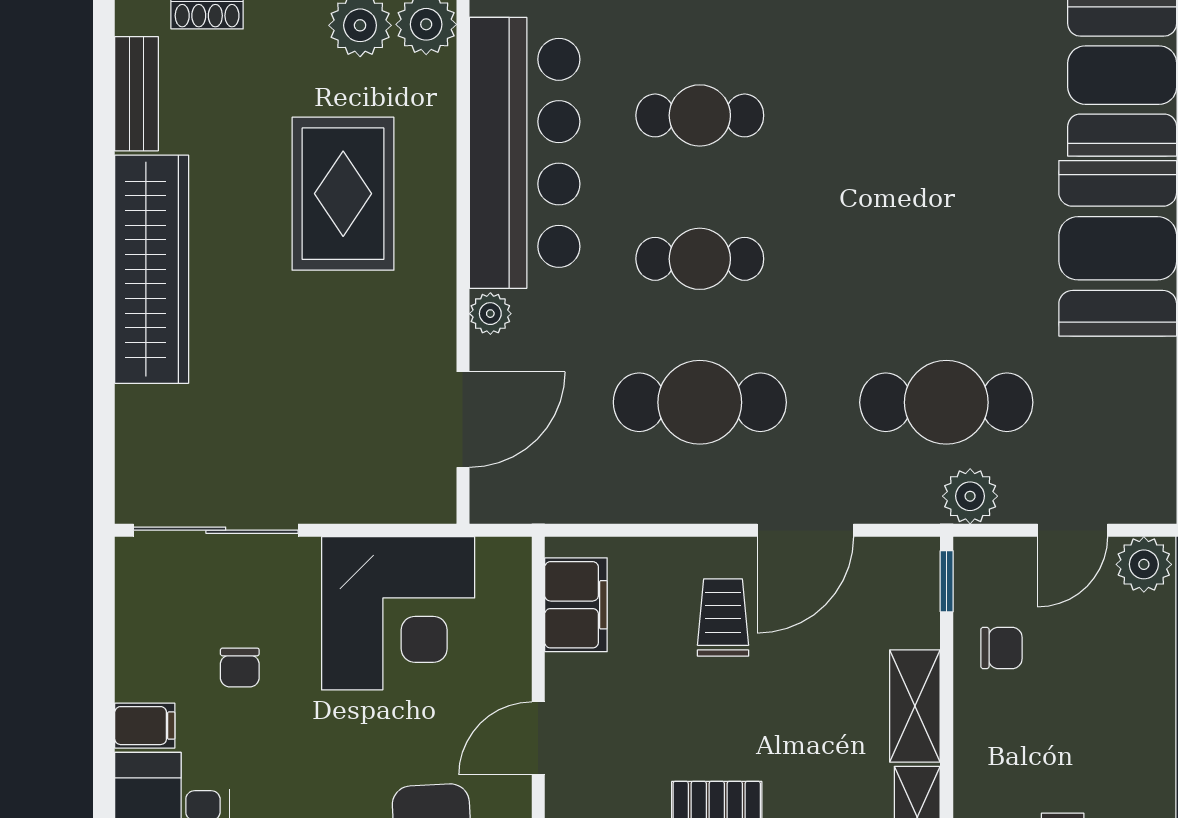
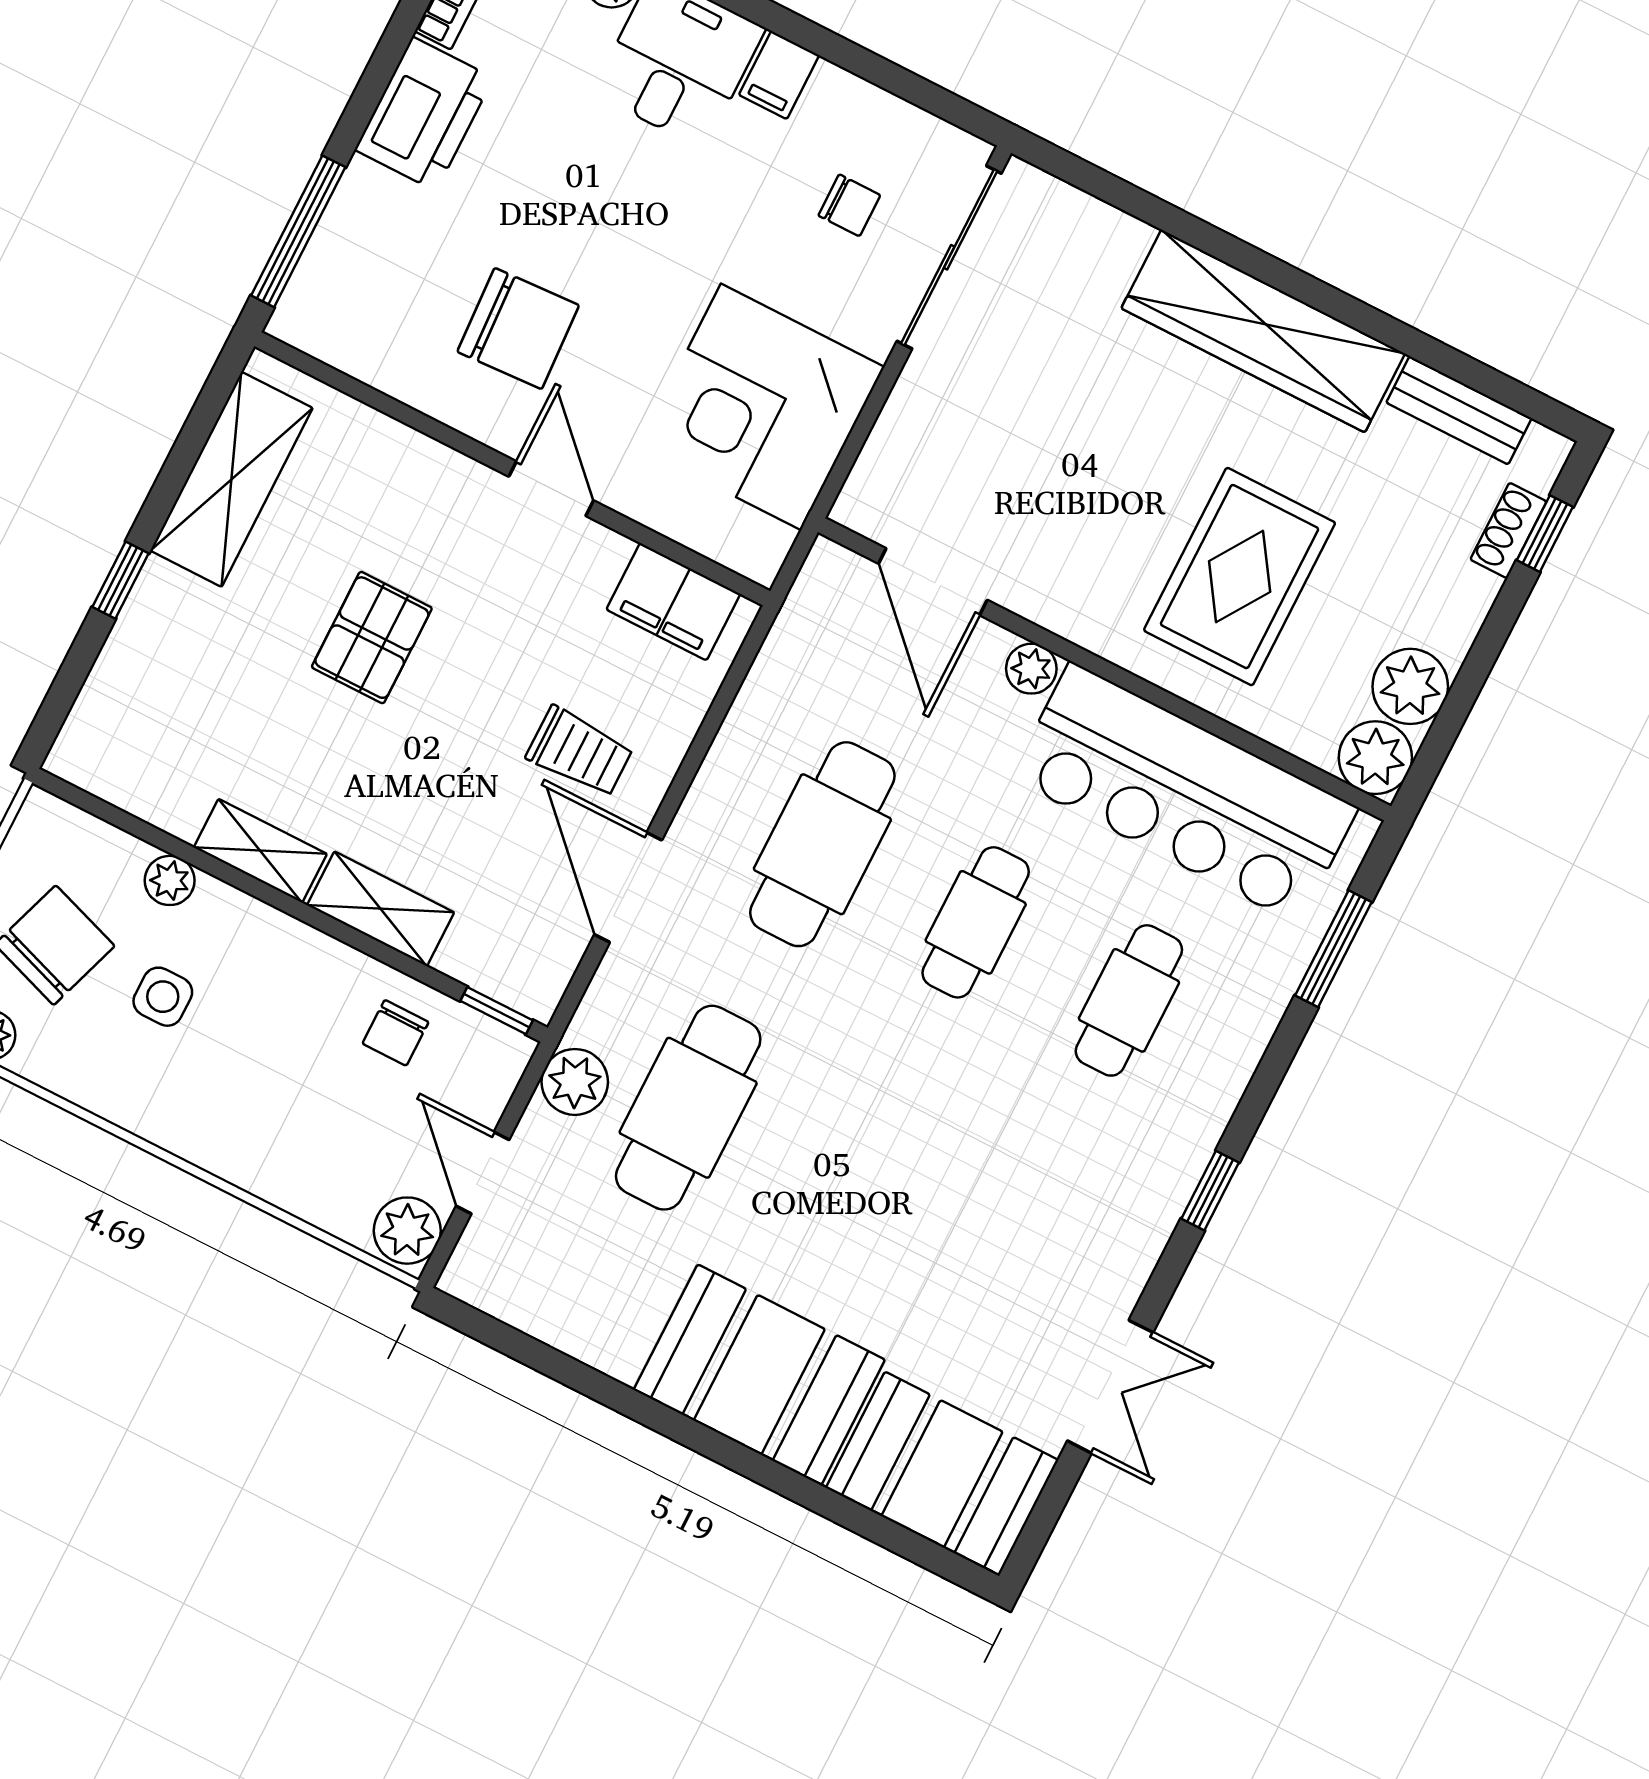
rug: (343, 194) -> (1240, 577), turned 90
chair: (240, 667) -> (849, 205), moved, turned 180

